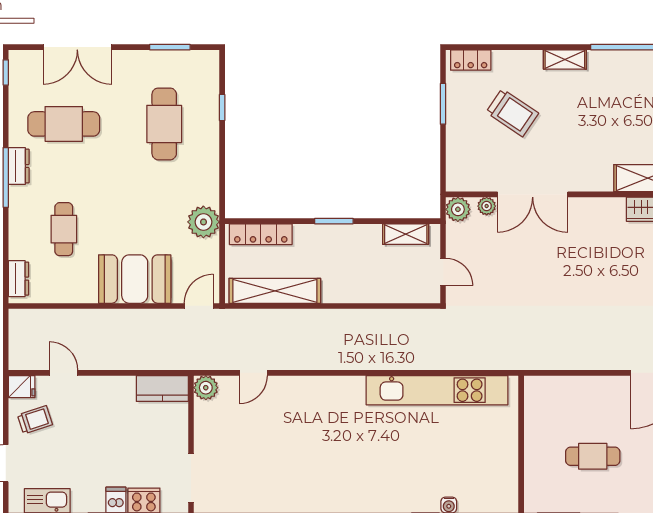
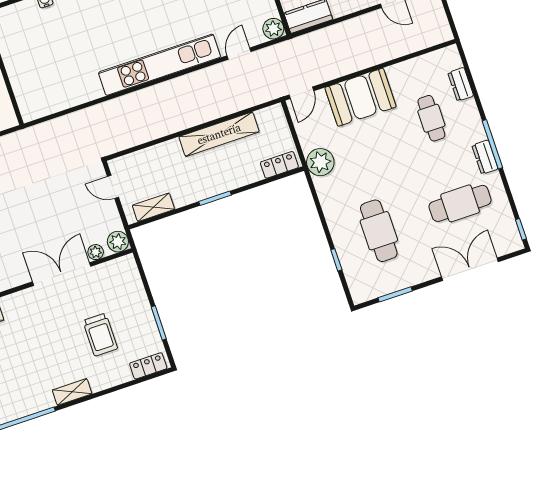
trolley: (512, 113) -> (100, 335), turned -124
locker: (261, 234) -> (279, 165), width x0.66
dresser: (19, 279) -> (461, 84), moved
shelving: (275, 291) -> (219, 134), moved
kitchen unit: (437, 390) -> (159, 65), moved

